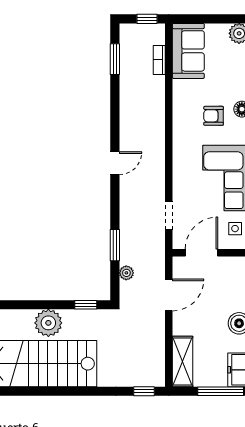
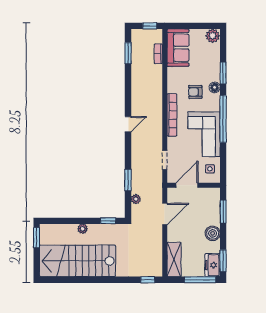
bookcase: (179, 150) -> (172, 115), added
plant: (48, 323) -> (83, 229), width x0.53, depth x0.53

